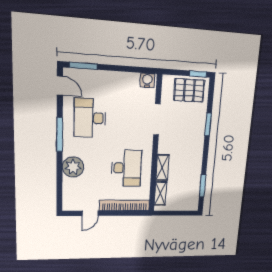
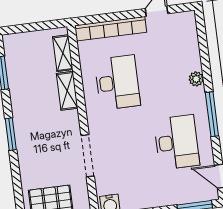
window: (208, 125) -> (11, 134), moved
plant: (73, 167) -> (196, 79), width x0.53, depth x0.53
desk: (126, 168) -> (117, 83), turned 180

